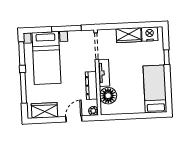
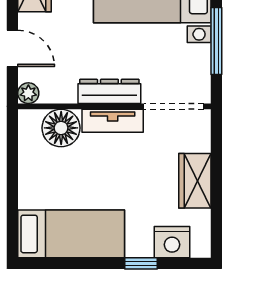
nightstand: (150, 34) -> (172, 242), moved, turned 90
dresser: (91, 85) -> (109, 91), moved

